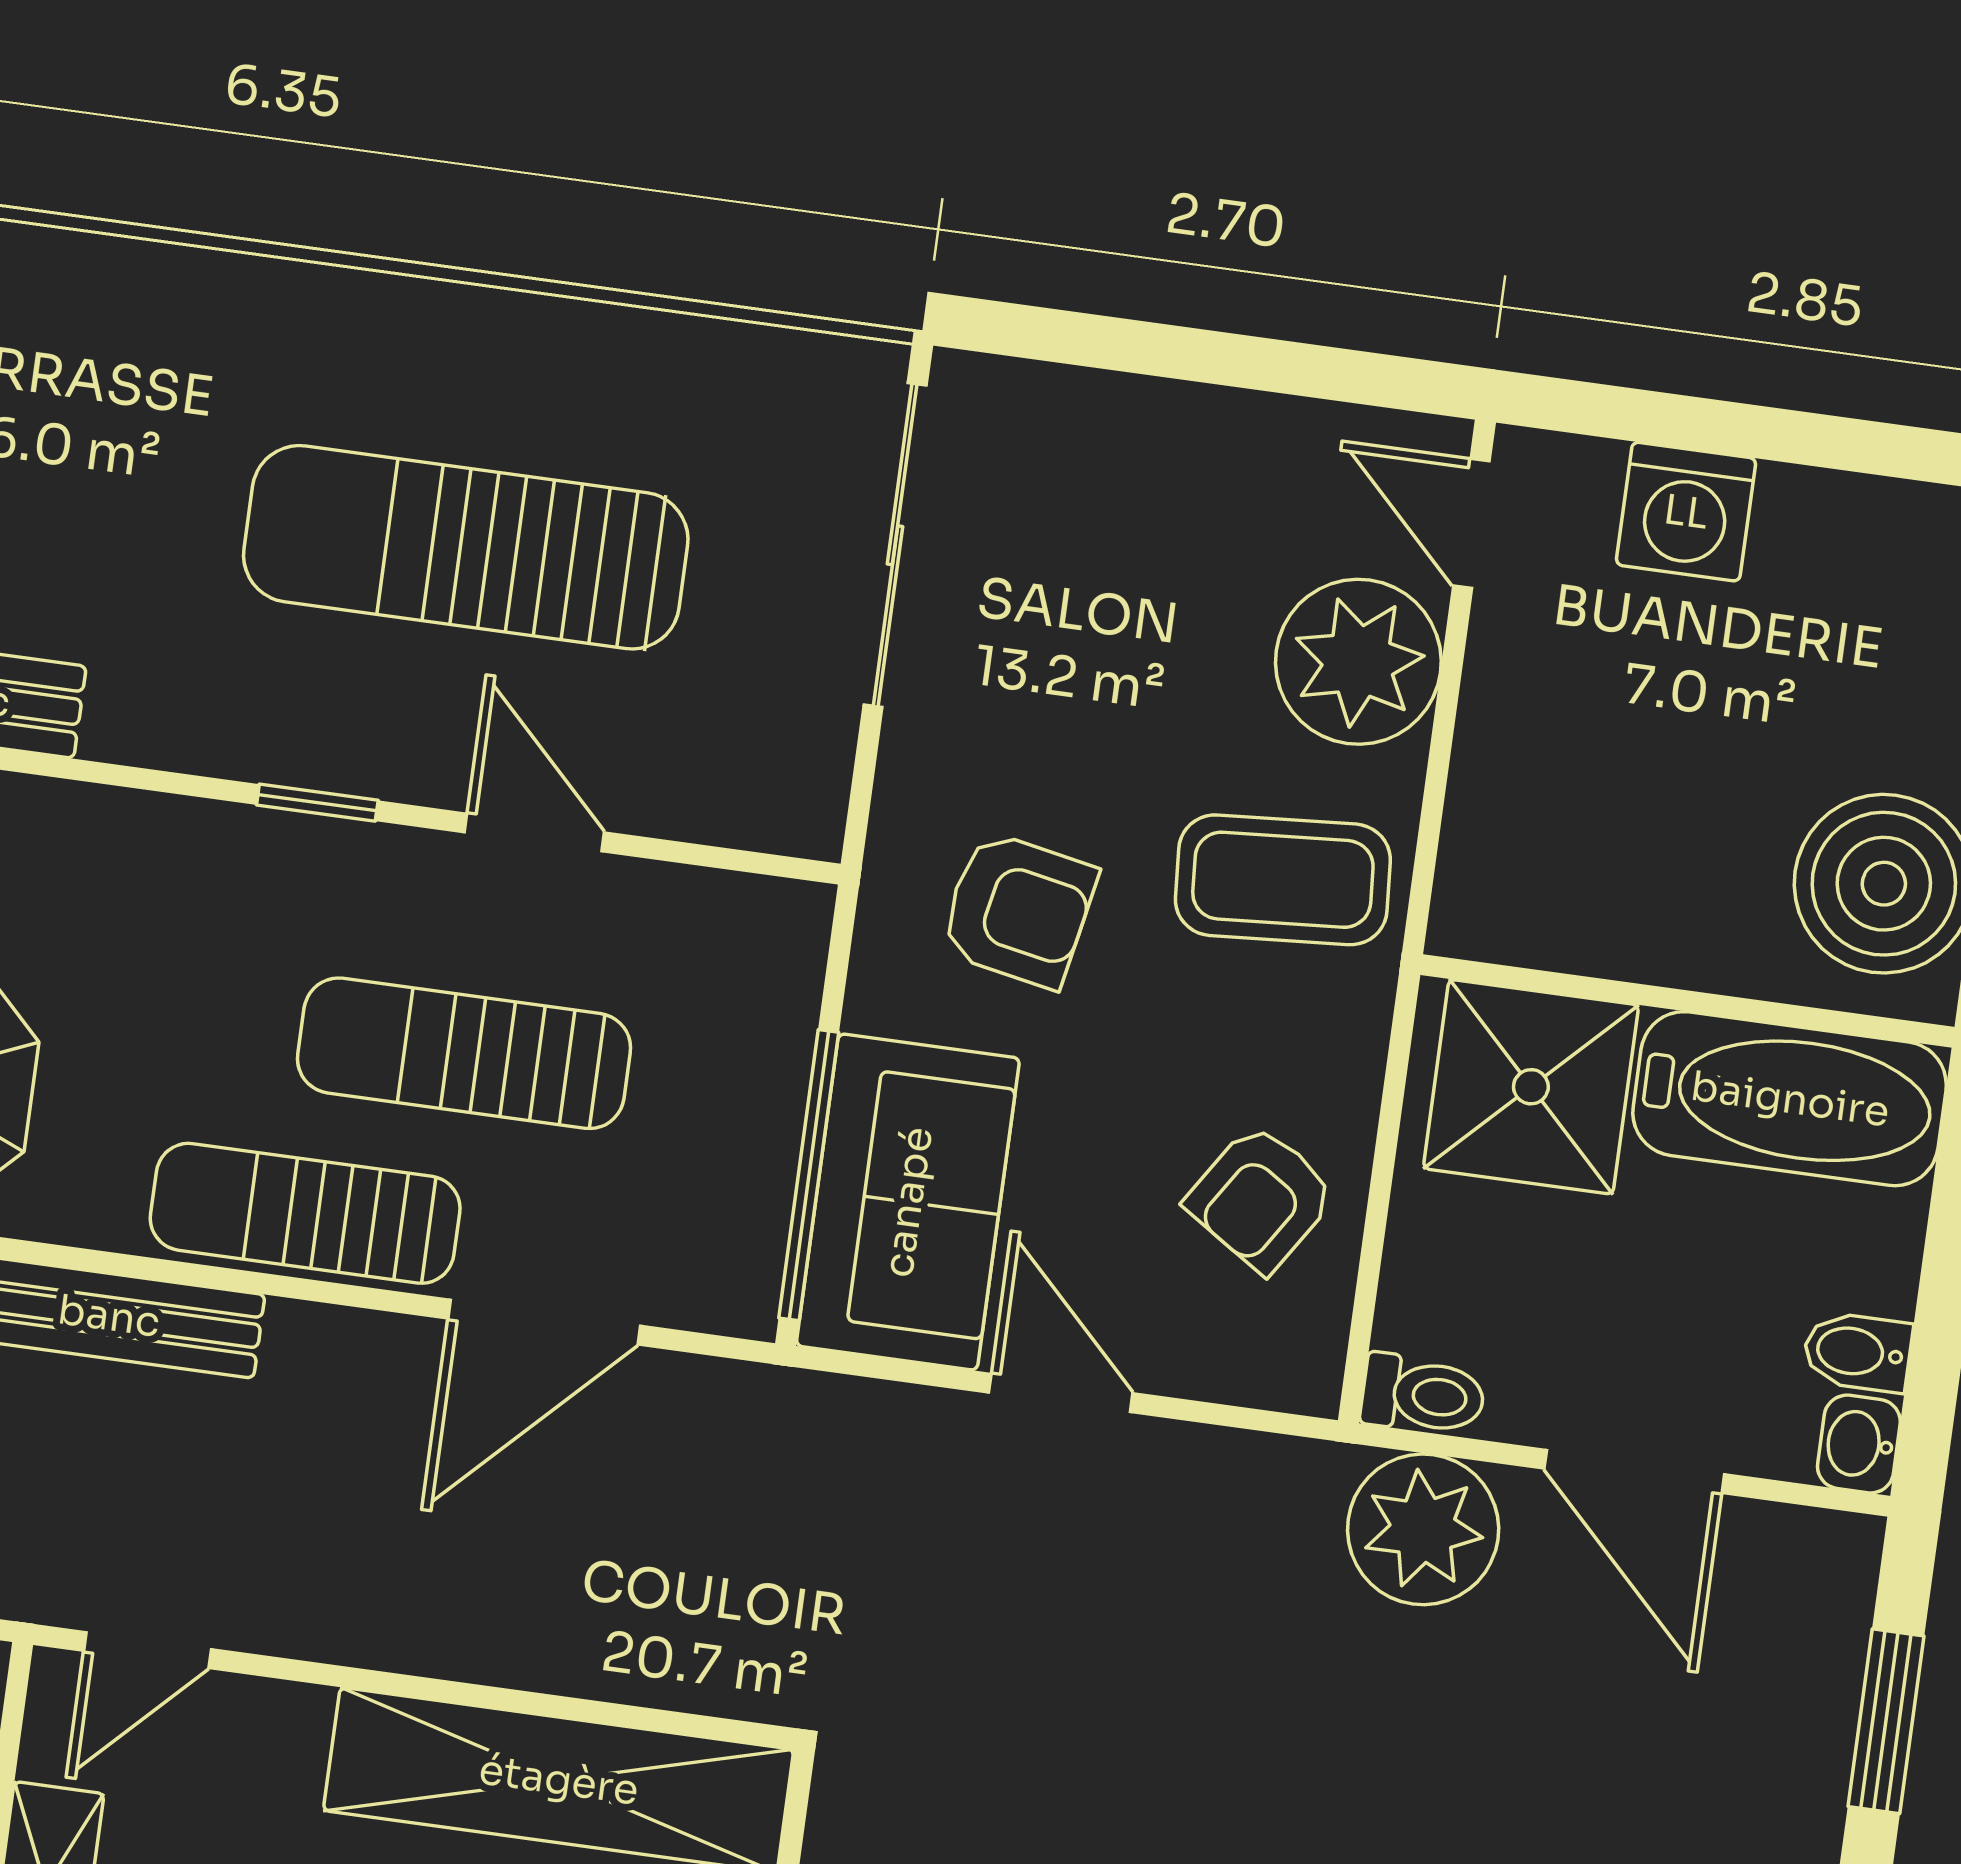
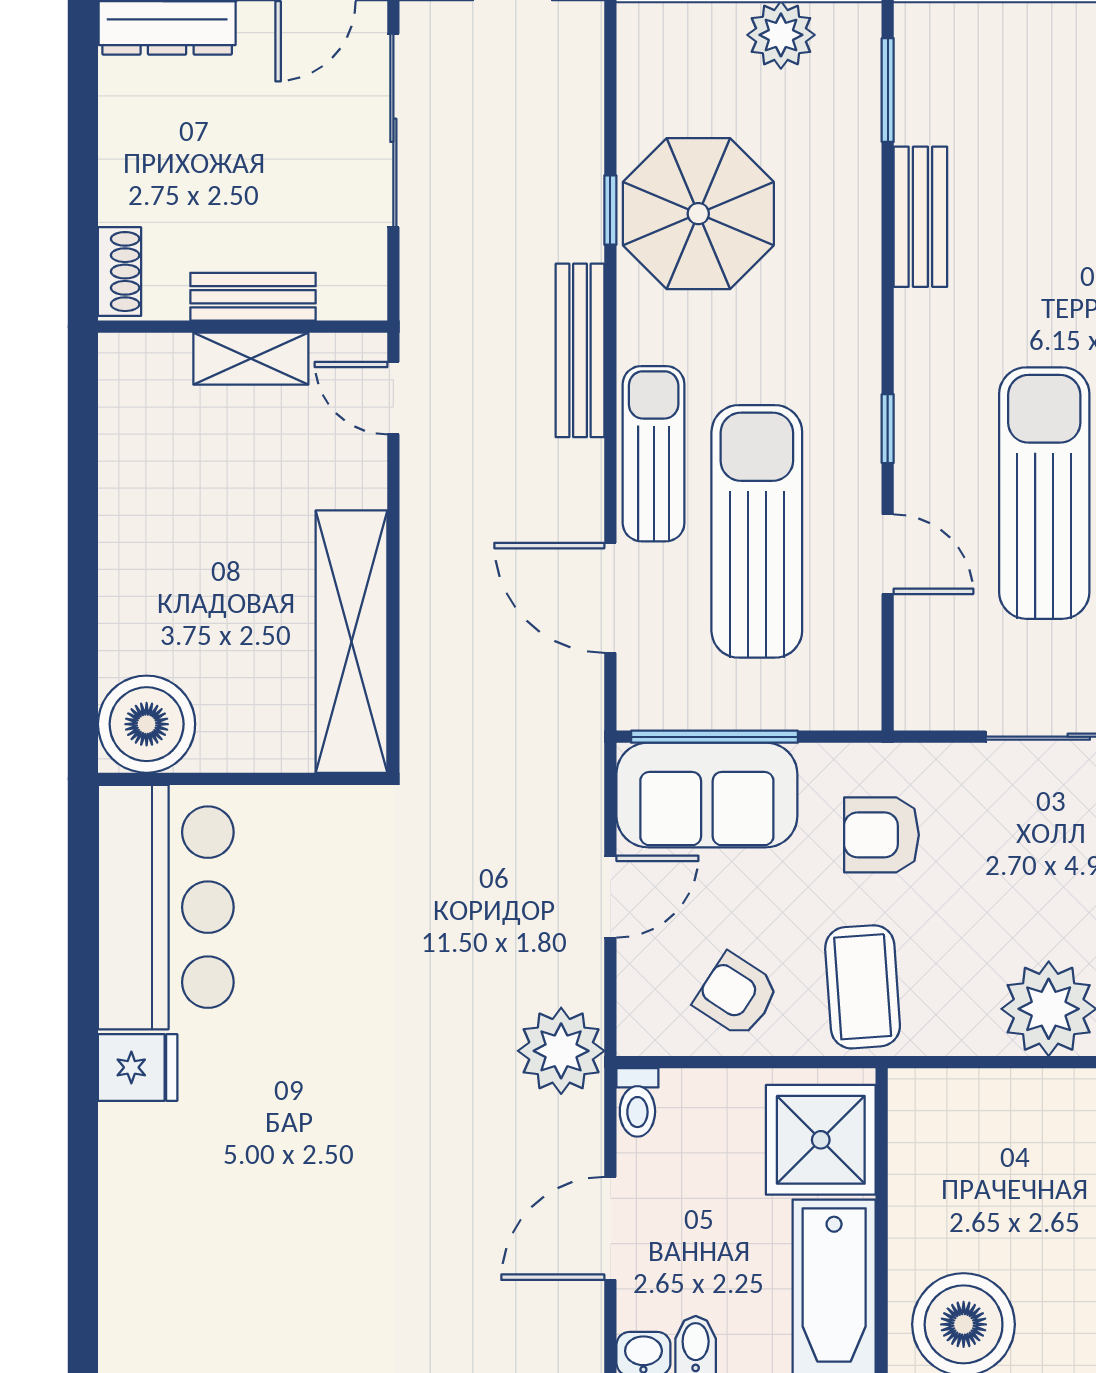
door: (534, 832) -> (888, 554), hinge flipped
coffee table: (1283, 880) -> (863, 987), moved
armchair: (1018, 910) -> (881, 835), turned 79
sun lounger: (464, 1053) -> (757, 531), width x1.36, depth x1.34
plant: (1423, 1529) -> (561, 1051), moved

